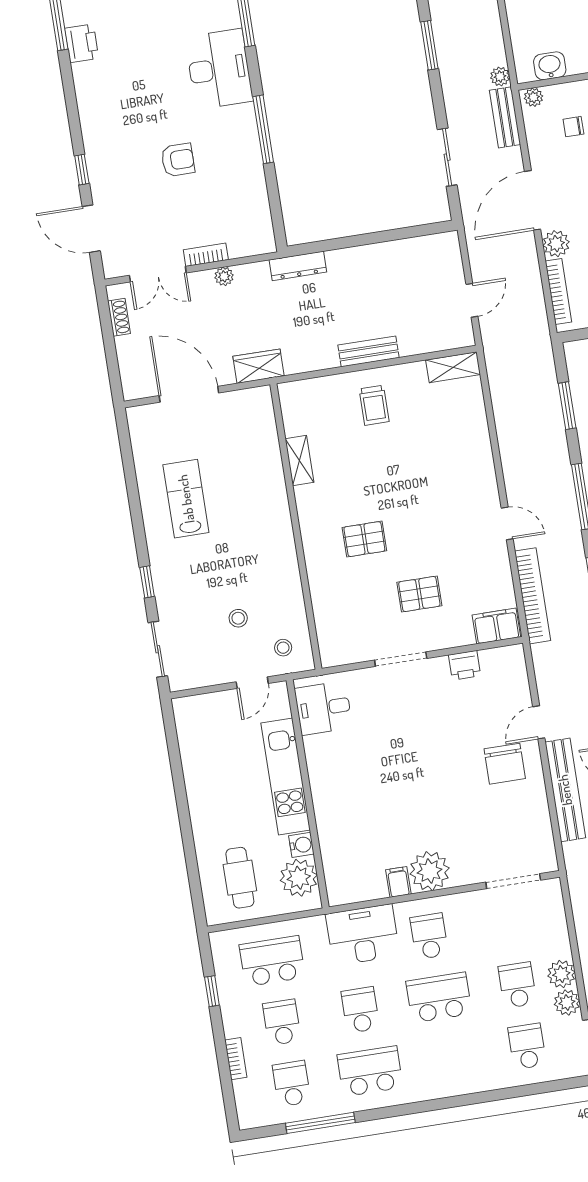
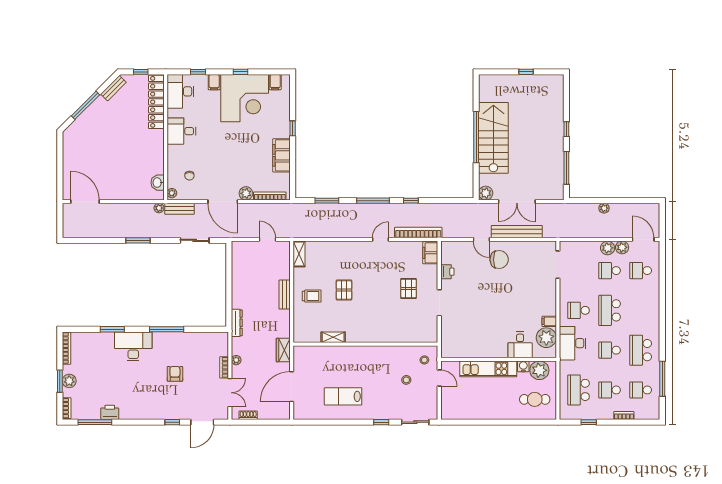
pallet: (364, 539) -> (344, 290), moved
desk: (323, 708) -> (520, 345), moved
plant: (430, 871) -> (546, 338), moved

